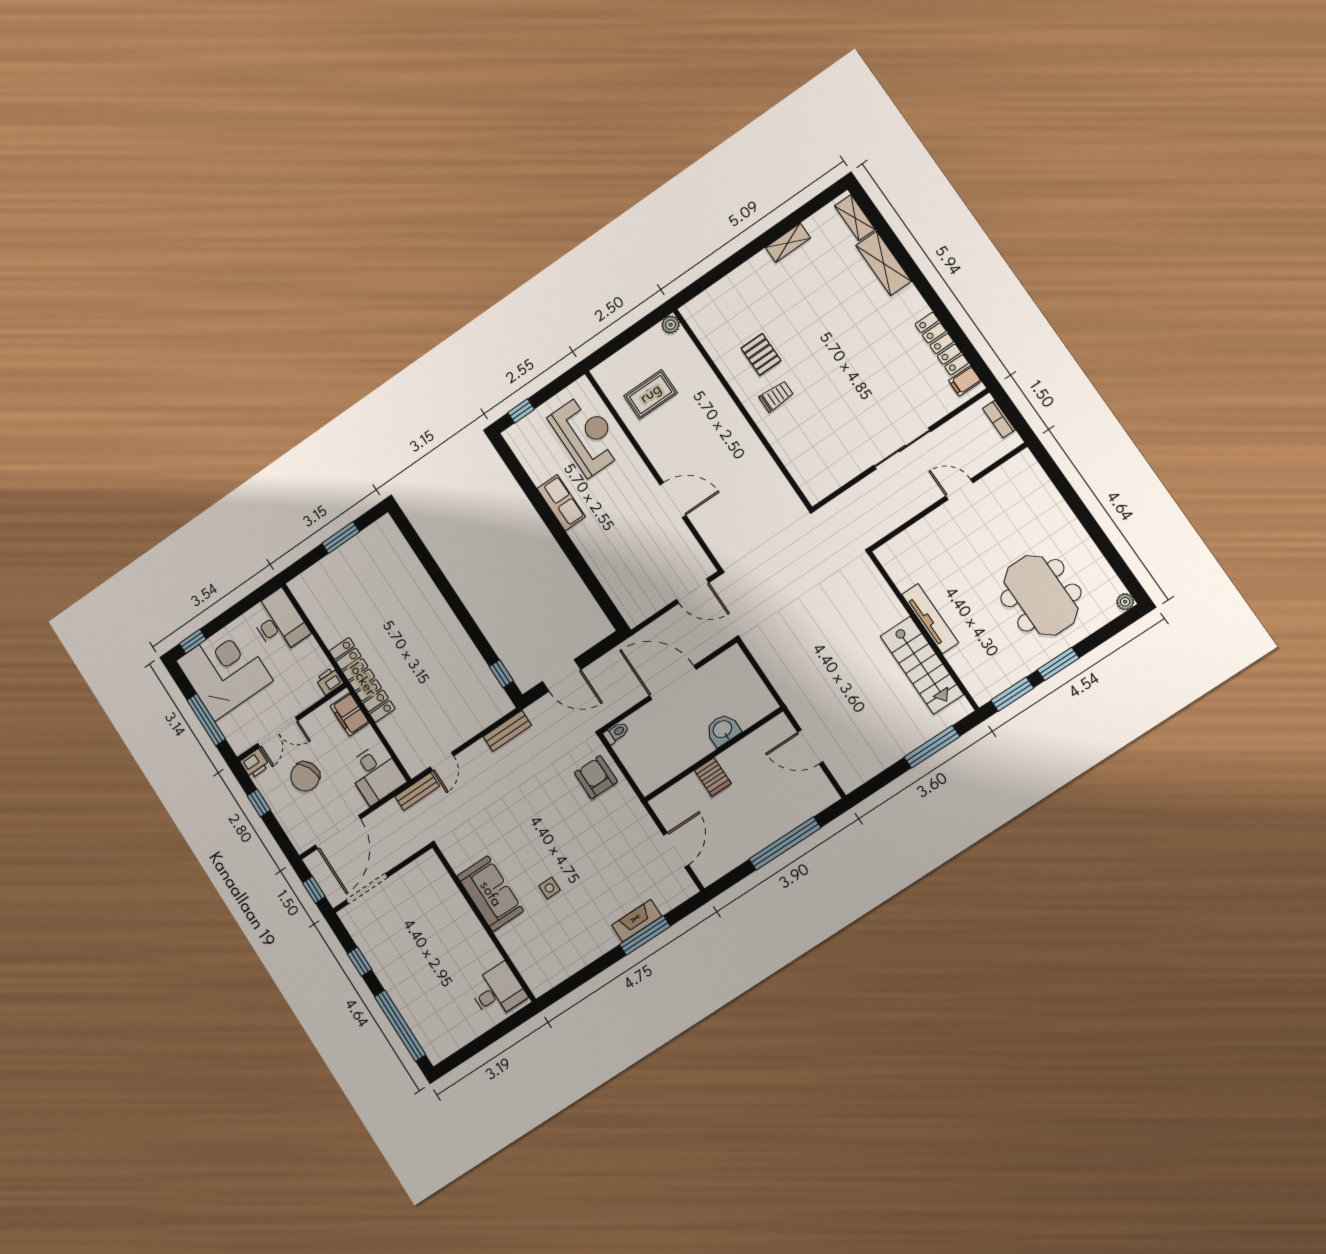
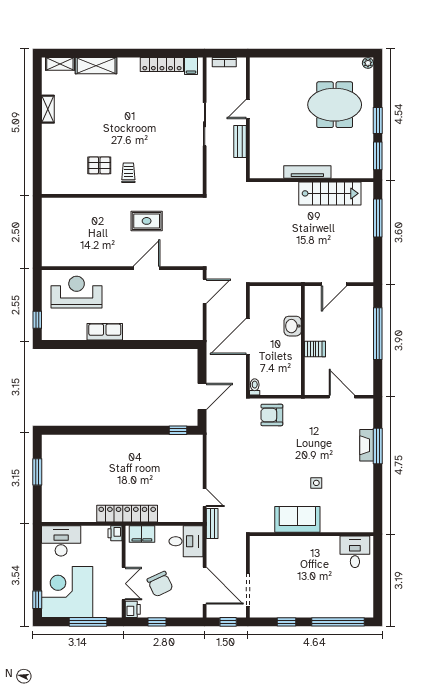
plant: (671, 325) -> (48, 204), removed
rug: (651, 394) -> (147, 221), moved, turned 90
bench: (507, 731) -> (240, 141), moved

